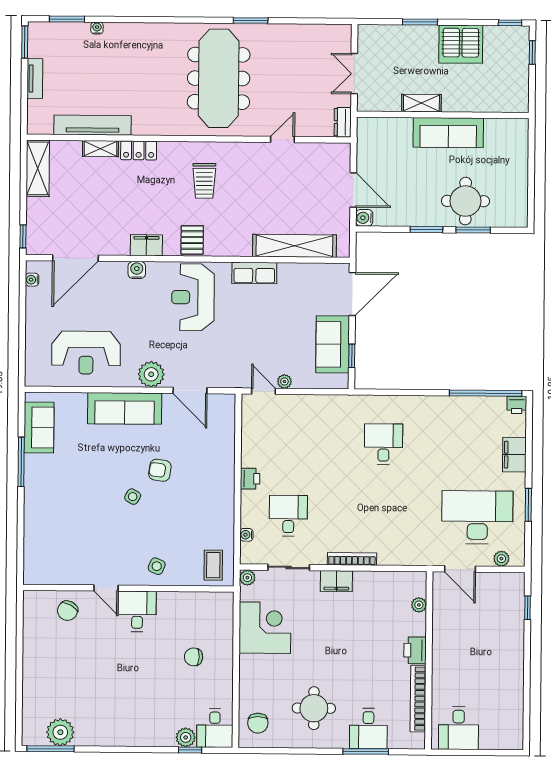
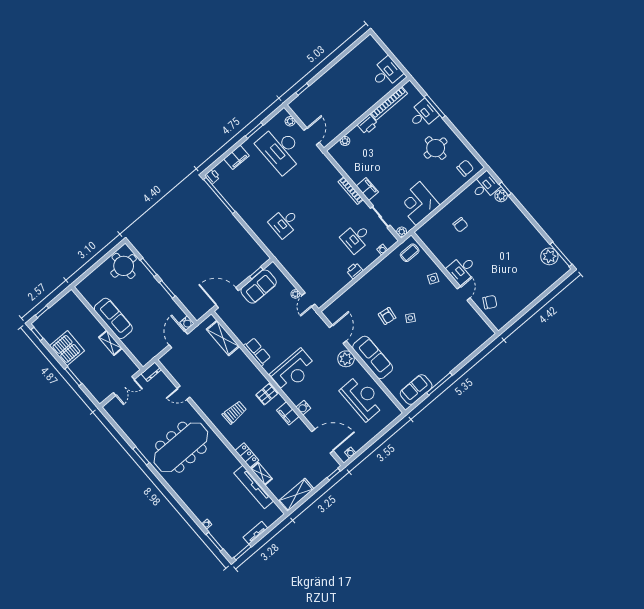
round table: (465, 201) -> (124, 266), moved
shelving: (294, 246) -> (223, 338), width x0.68

